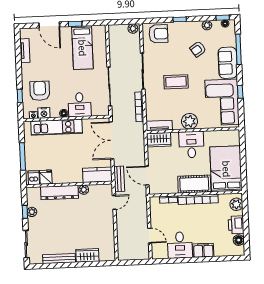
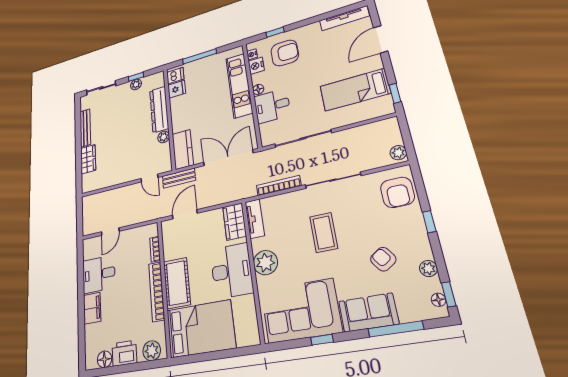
window: (75, 24) -> (395, 93), moved
tv unit: (25, 51) -> (344, 18), width x1.41
desk: (191, 145) -> (232, 271), width x1.37

